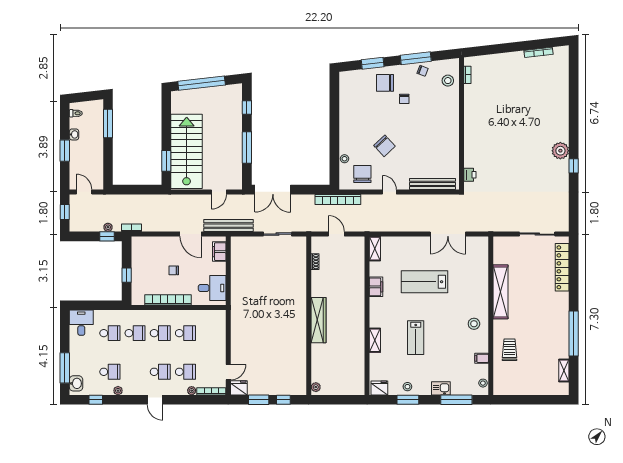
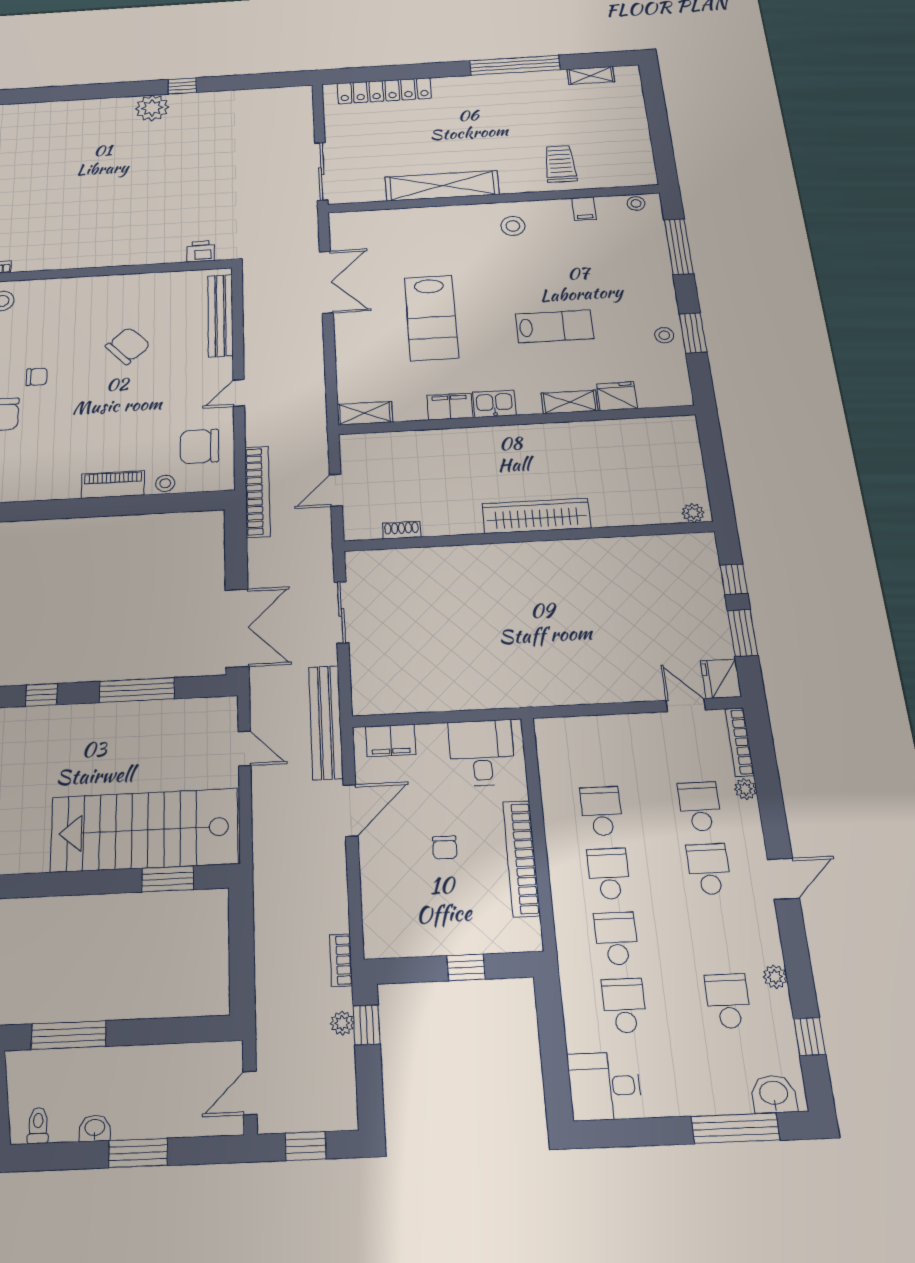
piano: (345, 135) -> (113, 485), added
chair: (385, 146) -> (128, 346), moved
sliding door: (537, 234) -> (321, 171), moved
trolley: (509, 350) -> (560, 164), turned 90
fridge: (379, 388) -> (617, 396), moved, turned 90
kitchen sink: (441, 388) -> (494, 404), moved, turned 90

